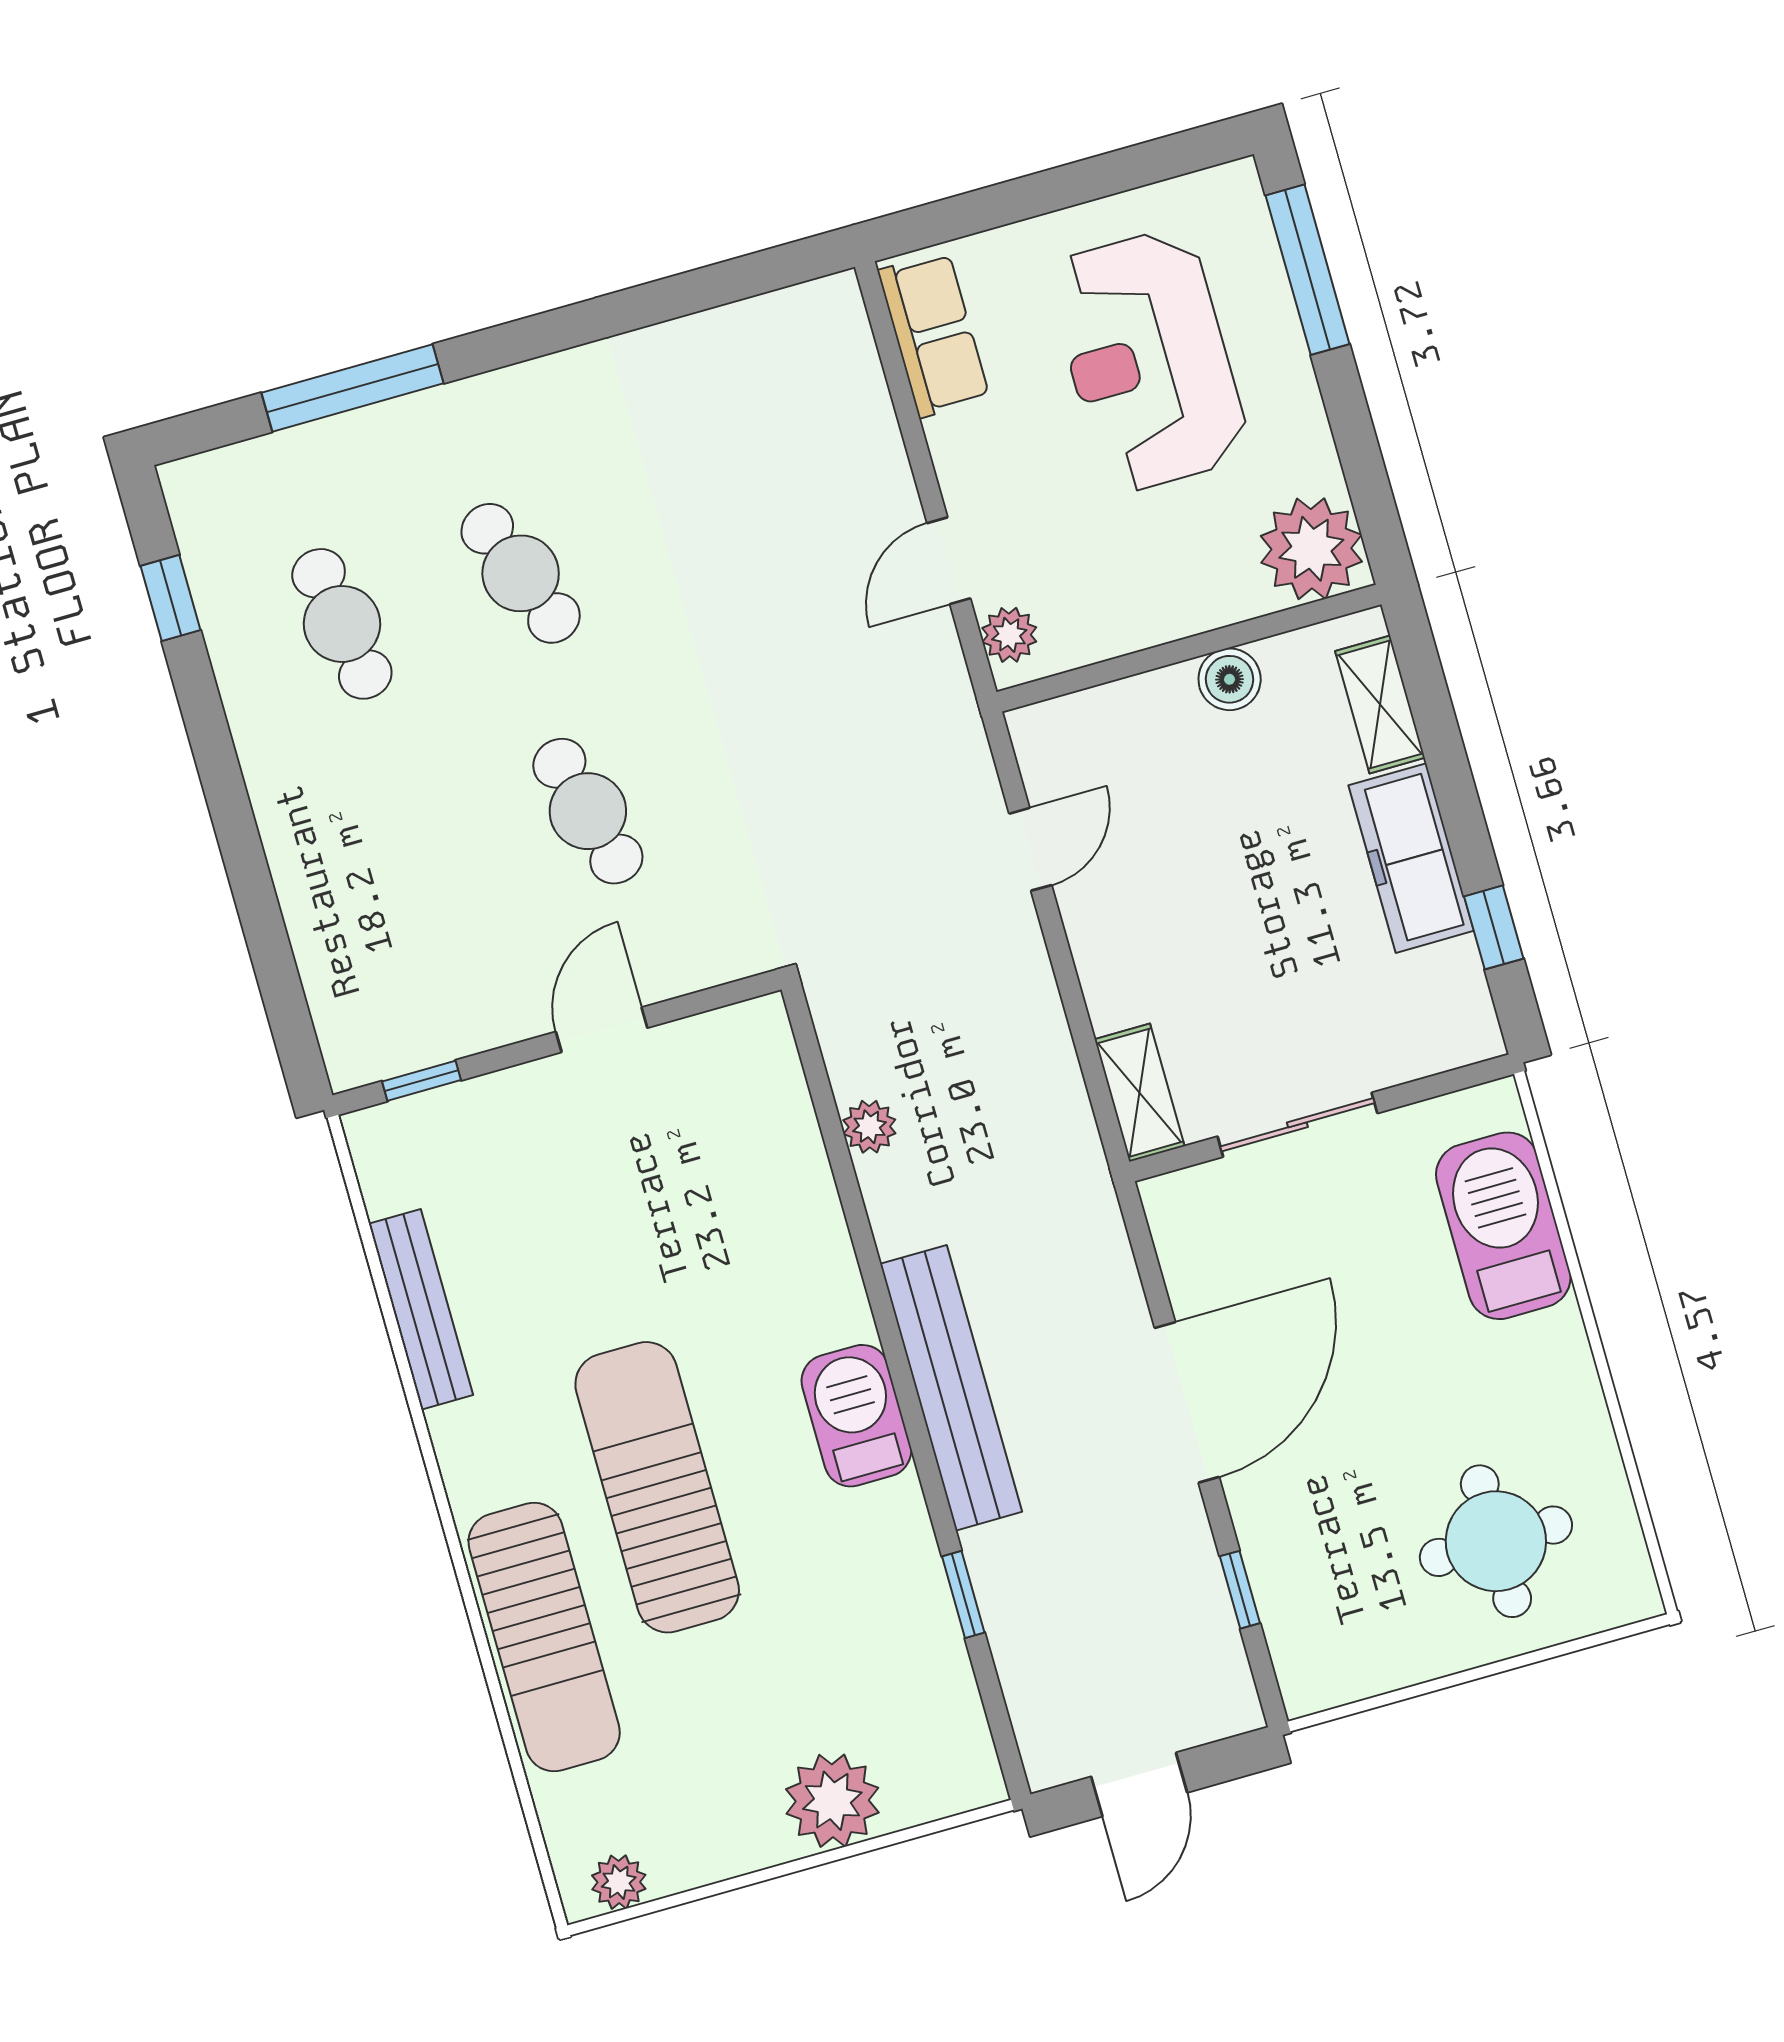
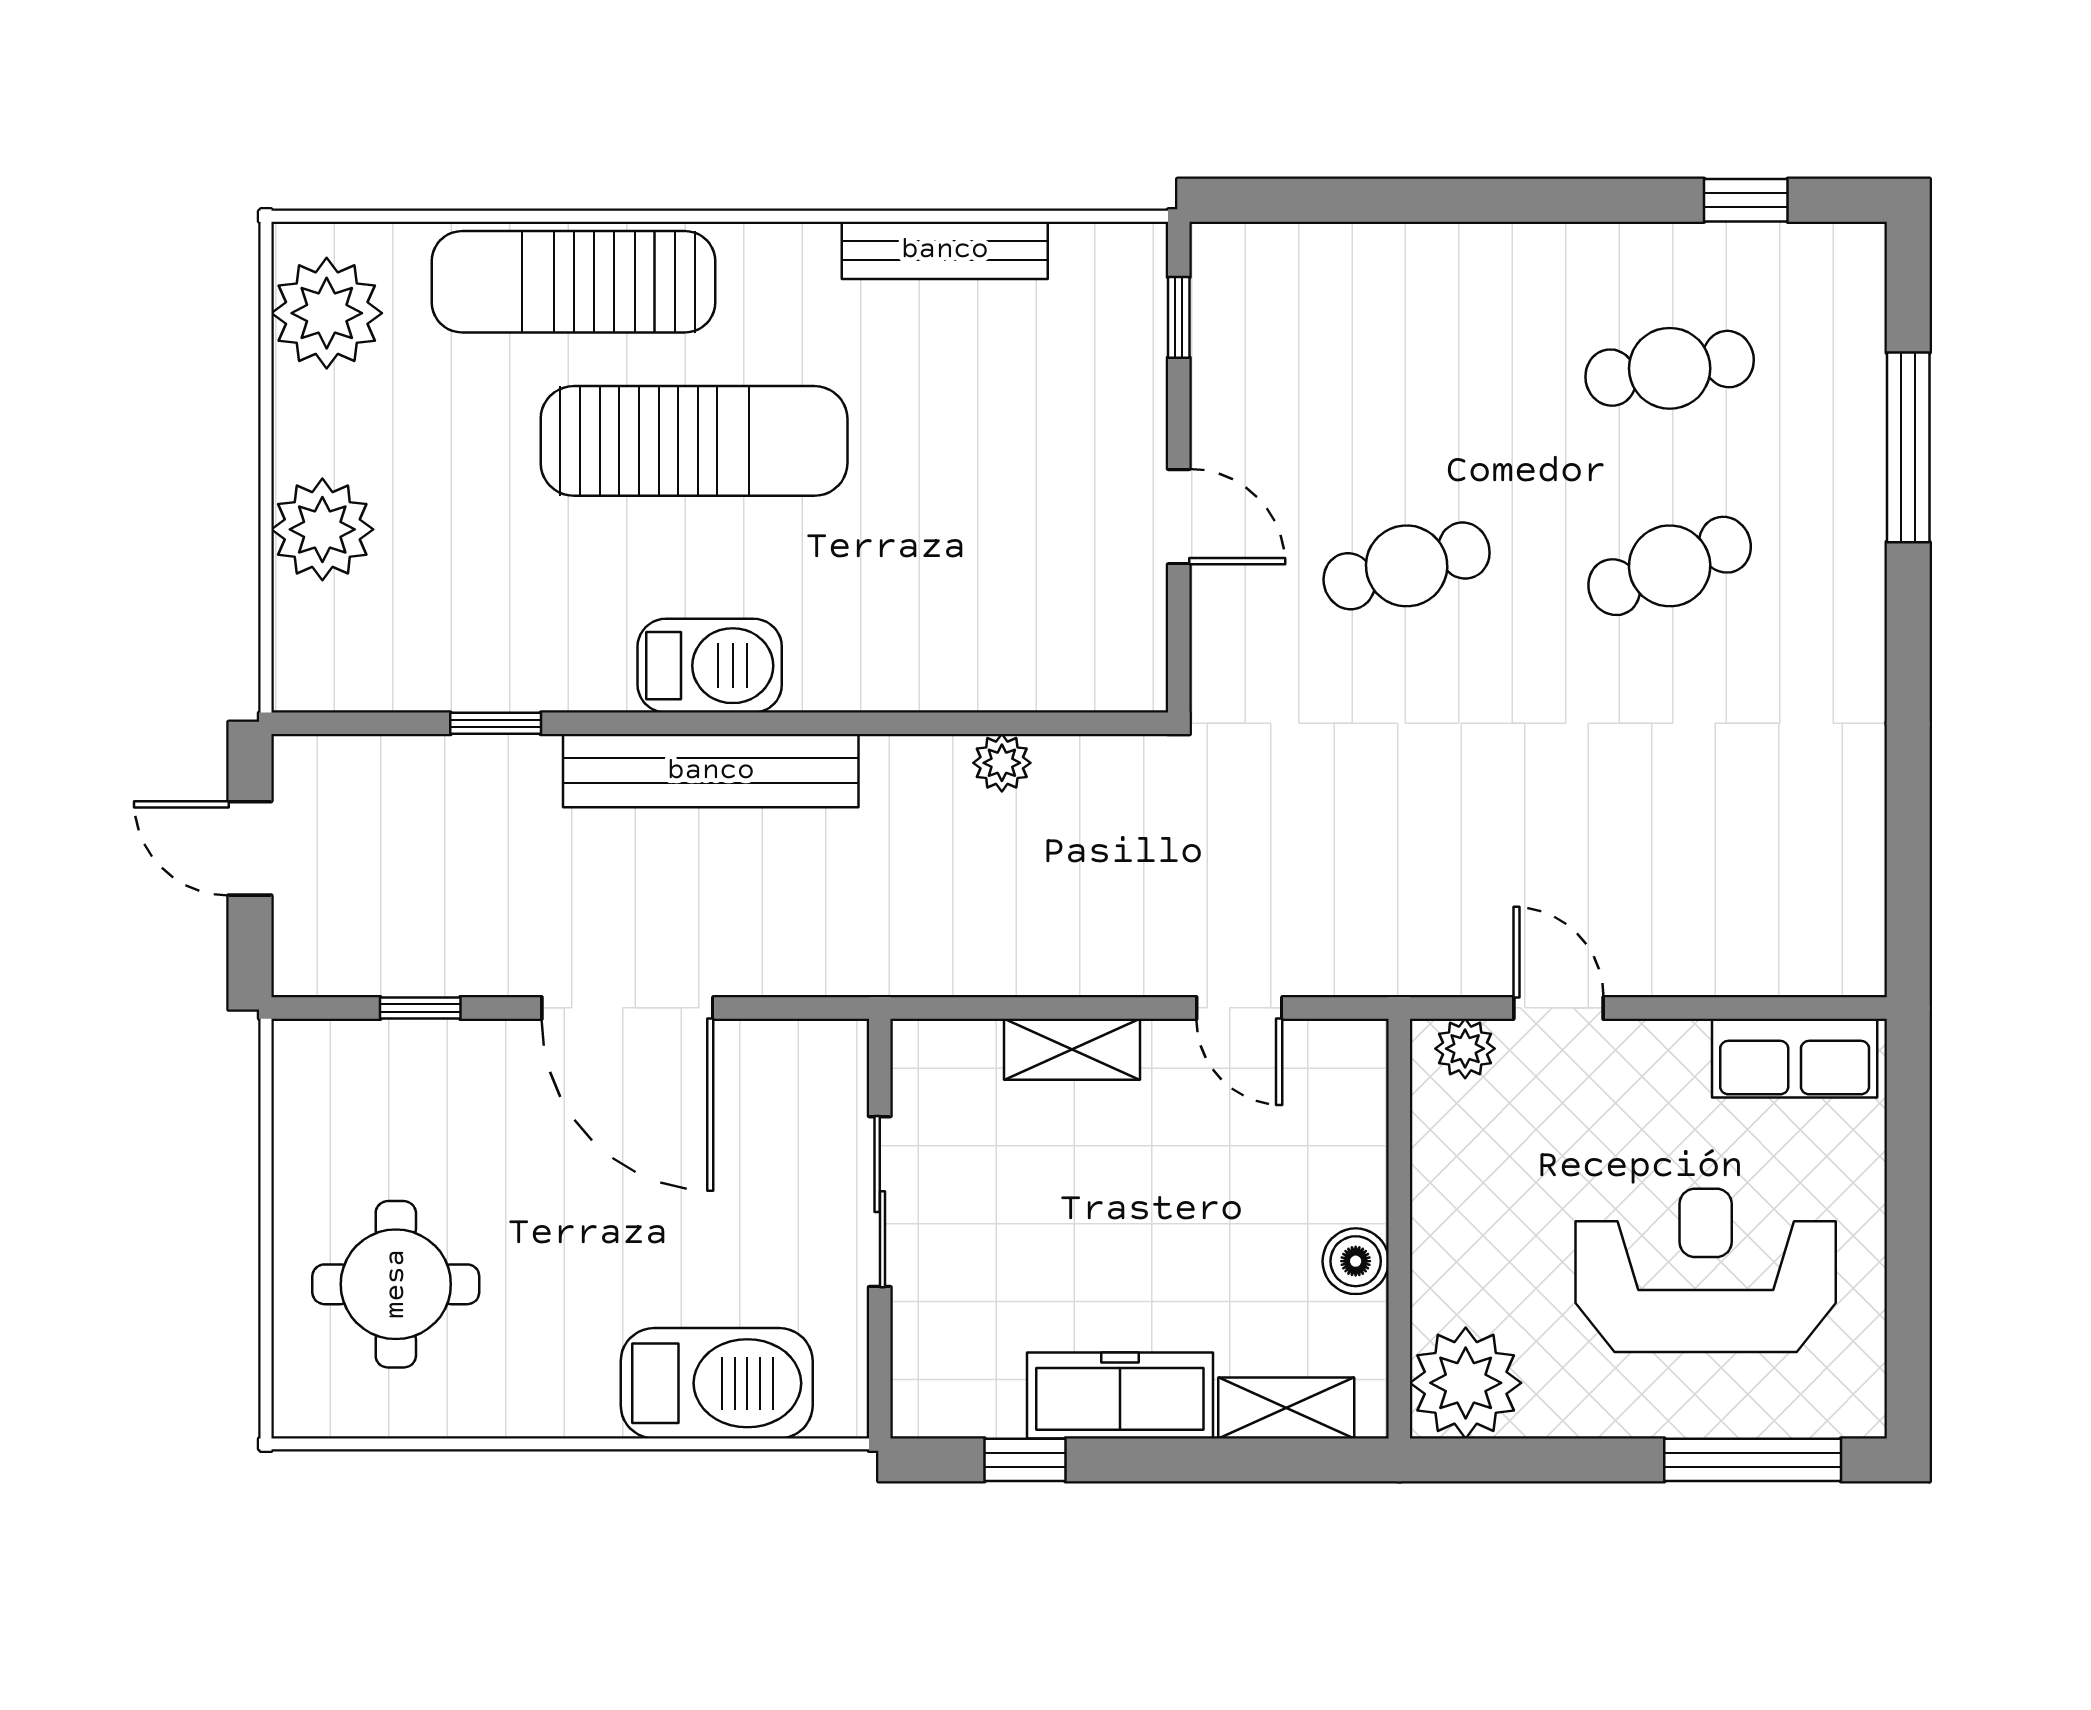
shelving: (1140, 1093) -> (1072, 1049), moved
plant: (619, 1882) -> (327, 313), width x1.87, depth x1.87

